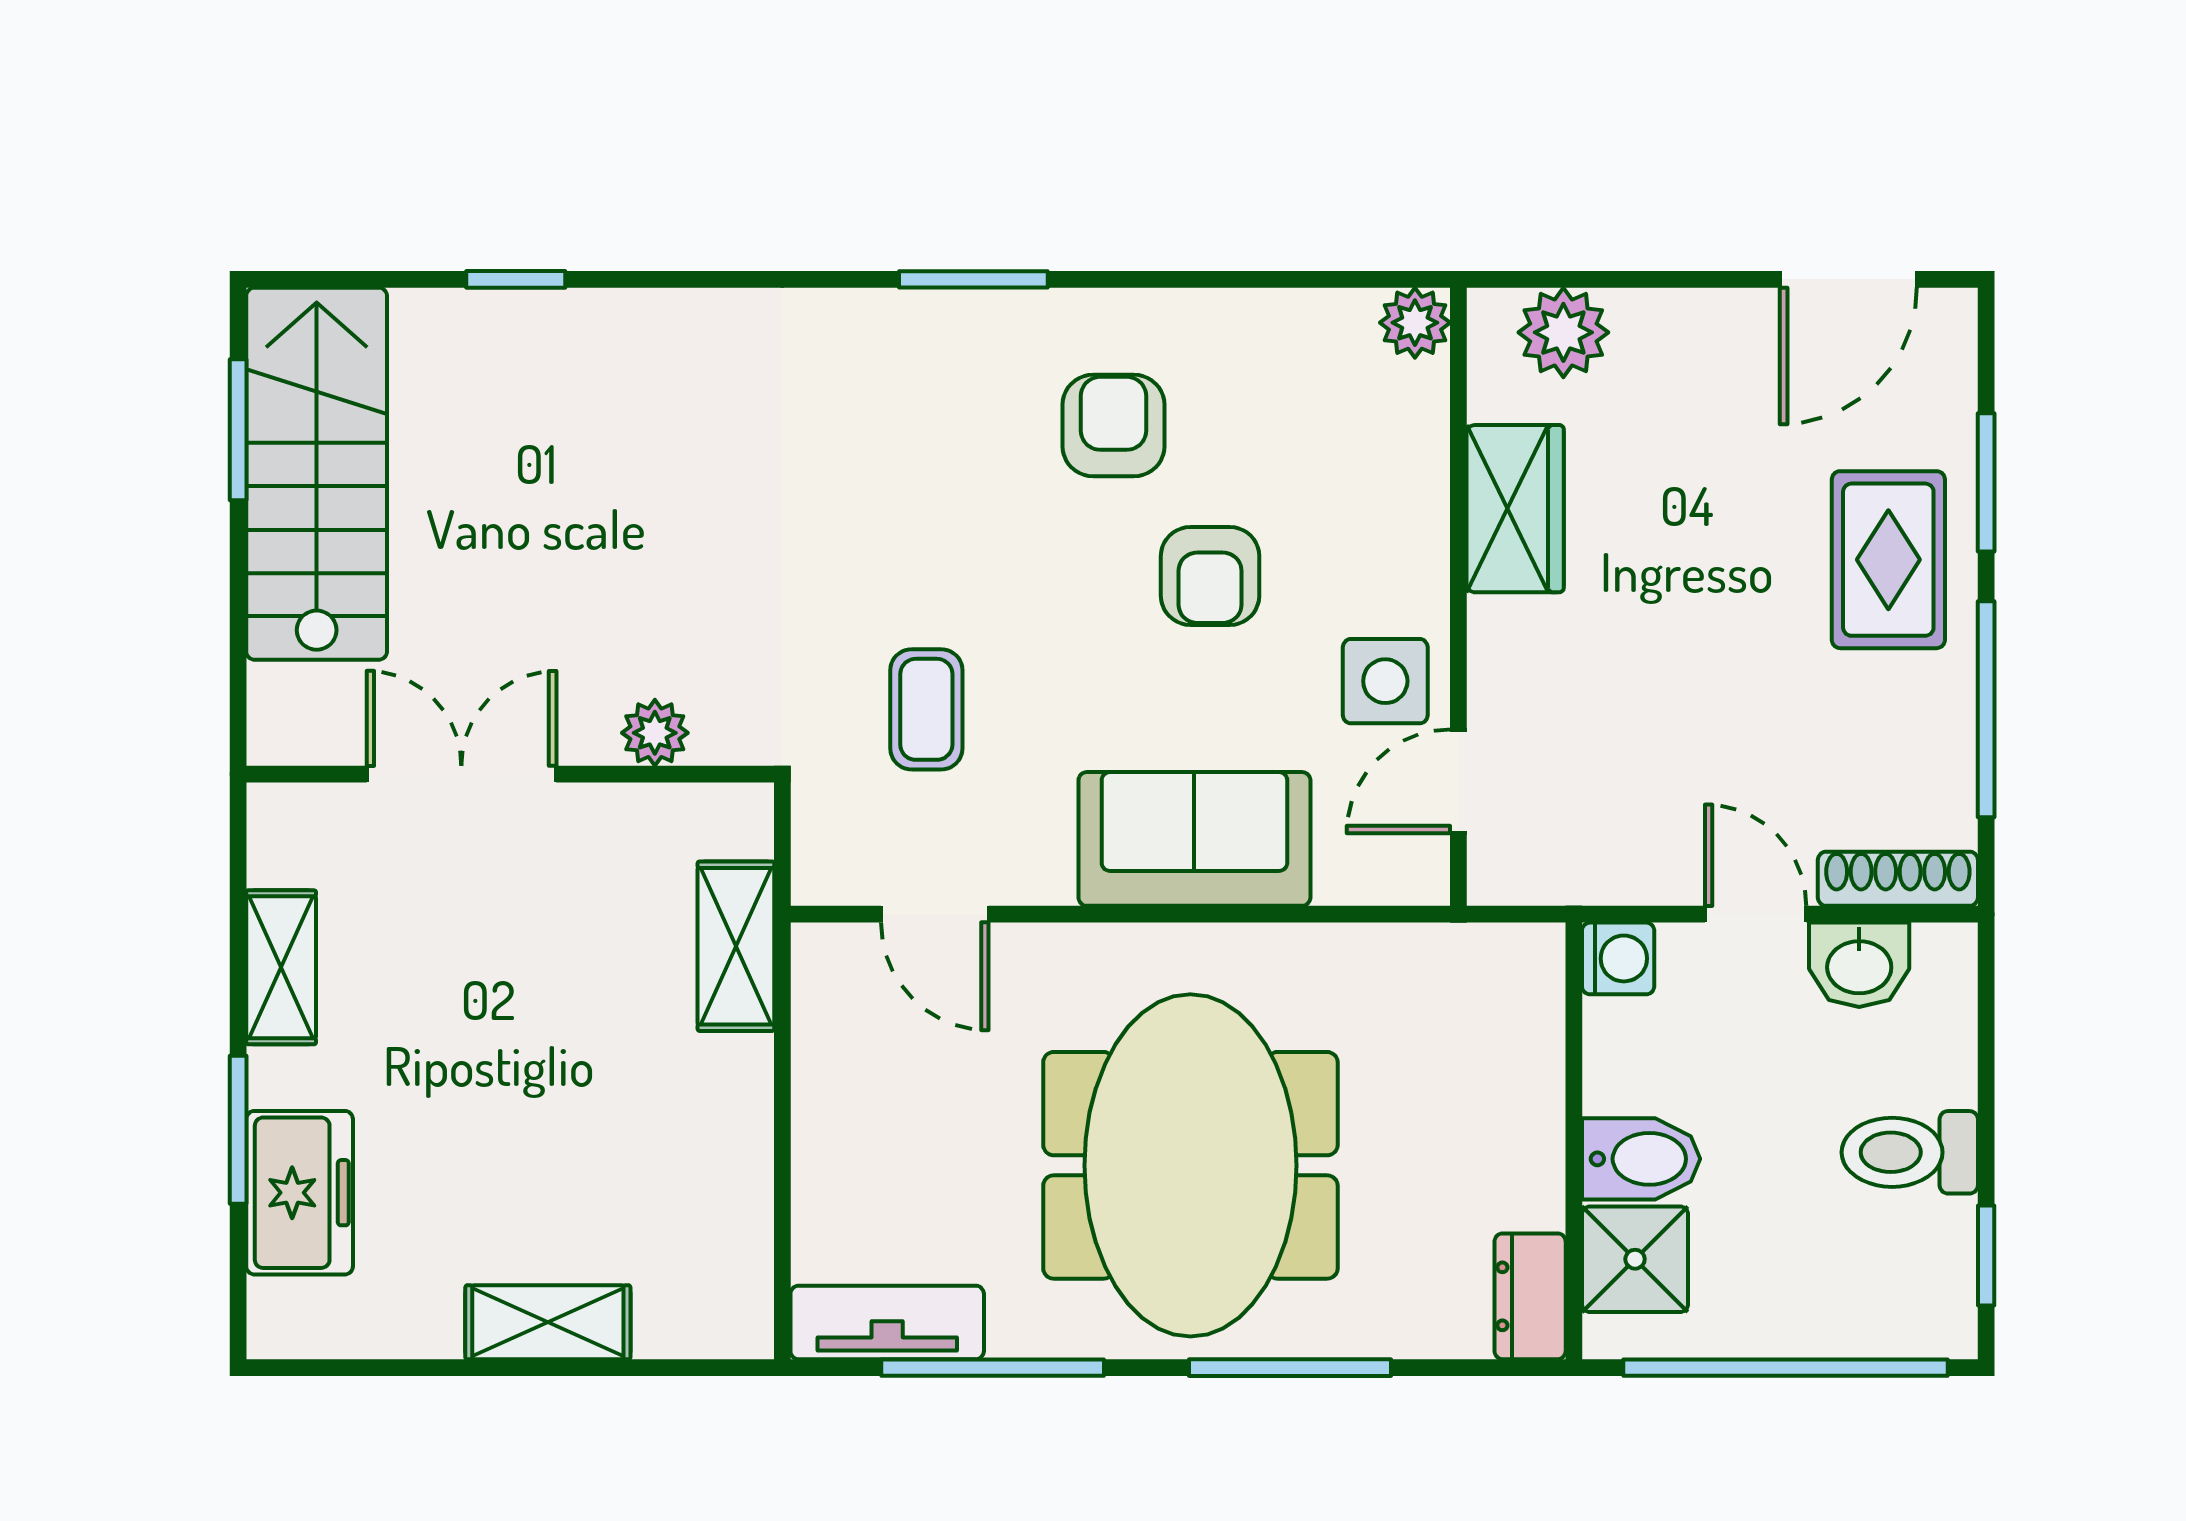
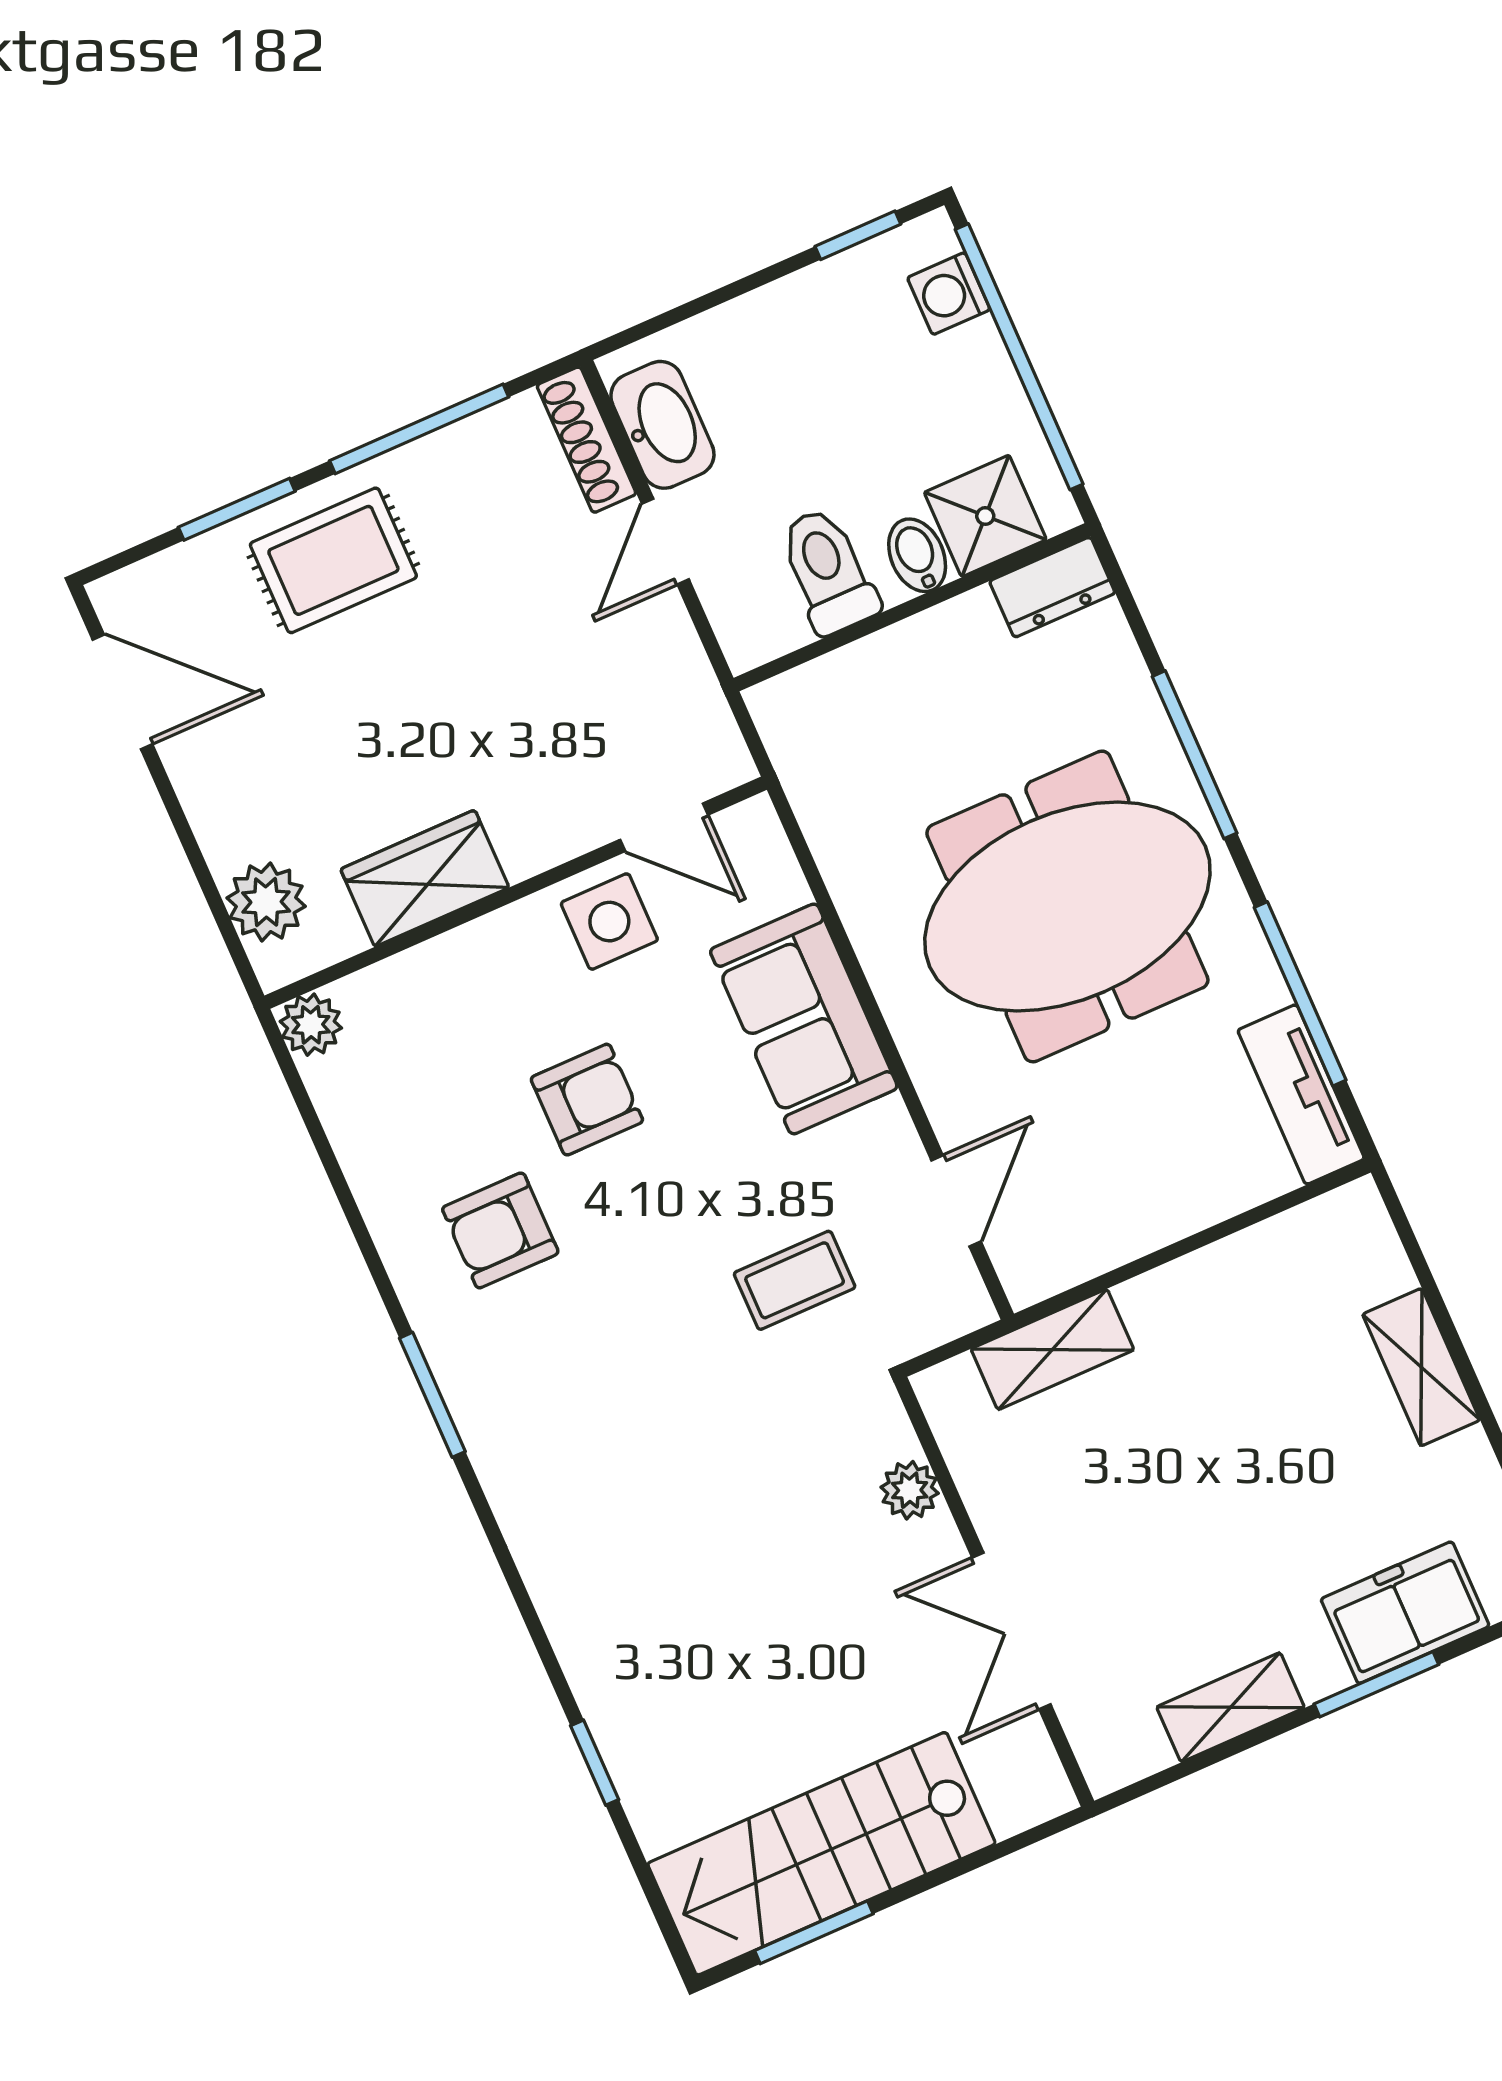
washing machine: (1618, 958) -> (949, 294), moved, turned -90
washbasin: (1859, 965) -> (662, 425), width x1.38
toilet: (1910, 1152) -> (828, 571), moved, turned 180
bidet: (1641, 1159) -> (917, 555), width x0.72, depth x0.74

